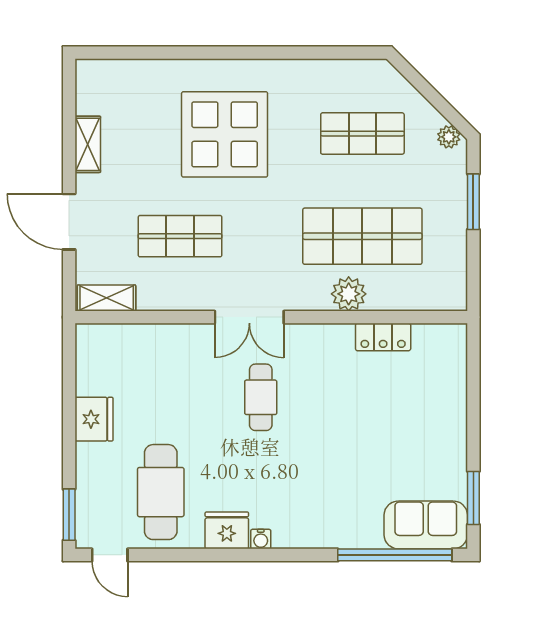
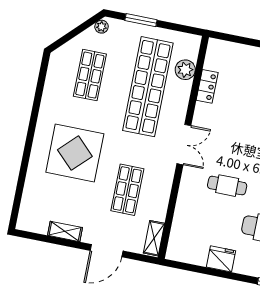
shop shelf: (362, 236) -> (148, 87), width x1.40
plant: (349, 294) -> (185, 70), moved
double door: (249, 317) -> (184, 145), moved
cafe table: (261, 397) -> (227, 186), moved

